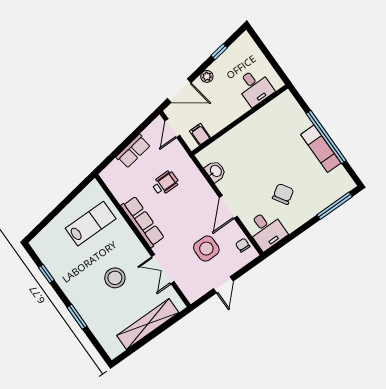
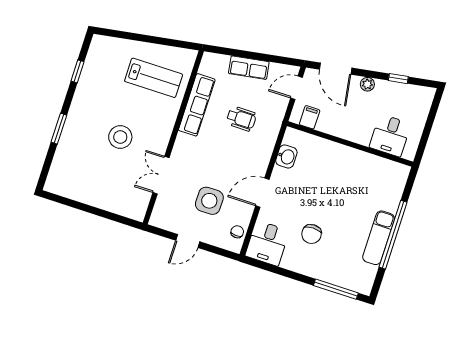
chair: (283, 194) -> (311, 234), turned 122
row of seats: (143, 222) -> (197, 105), moved
shelving: (148, 324) -> (100, 199), removed

